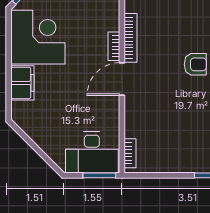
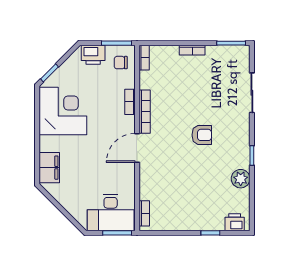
bookcase: (114, 46) -> (130, 102), moved
filing cabinet: (22, 83) -> (49, 168), moved

